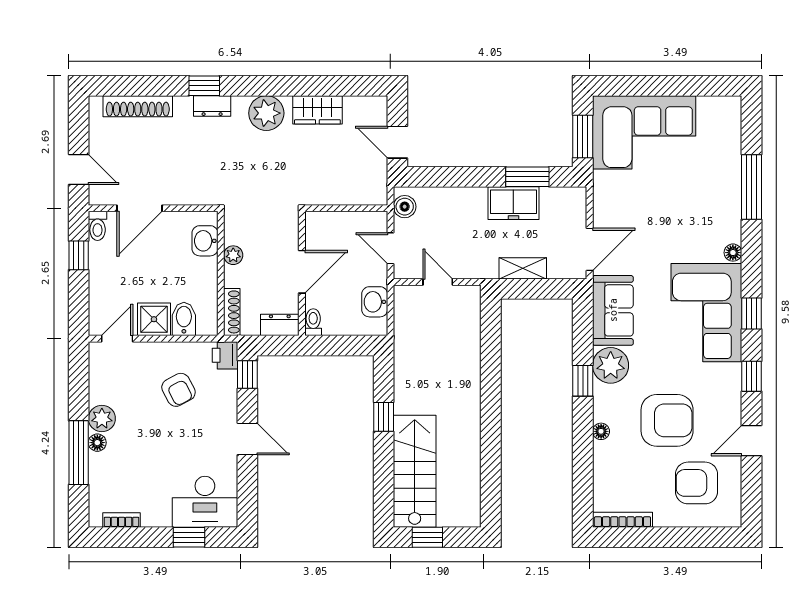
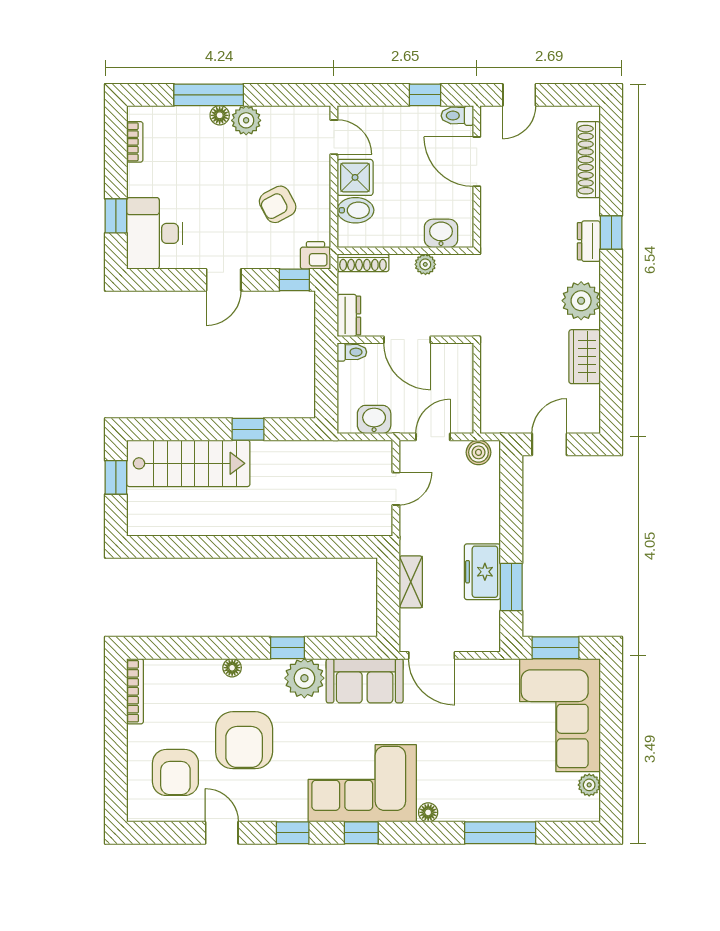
plant: (708, 106) -> (589, 785), added
armchair: (697, 483) -> (175, 772), turned 180

